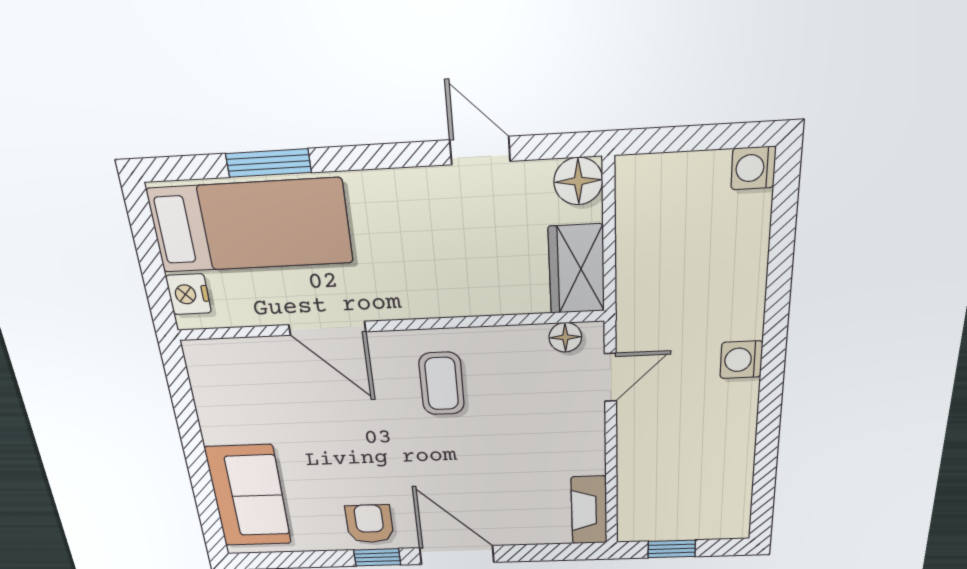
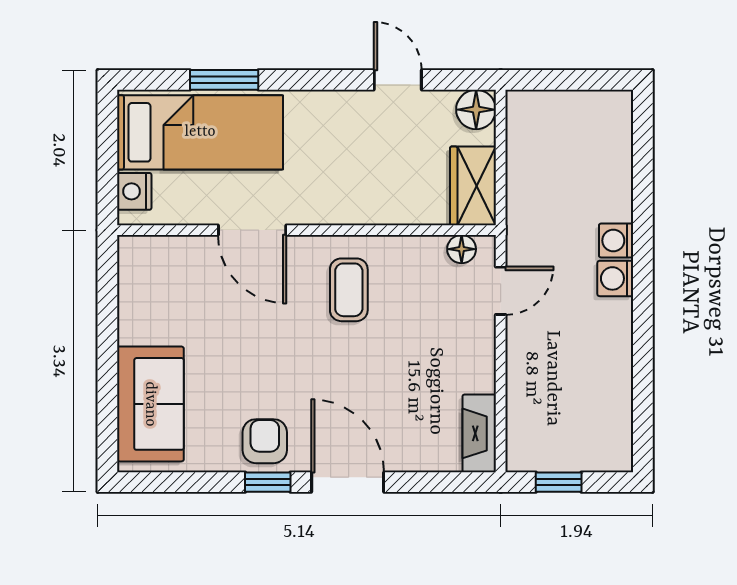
washing machine: (753, 168) -> (616, 241), moved

